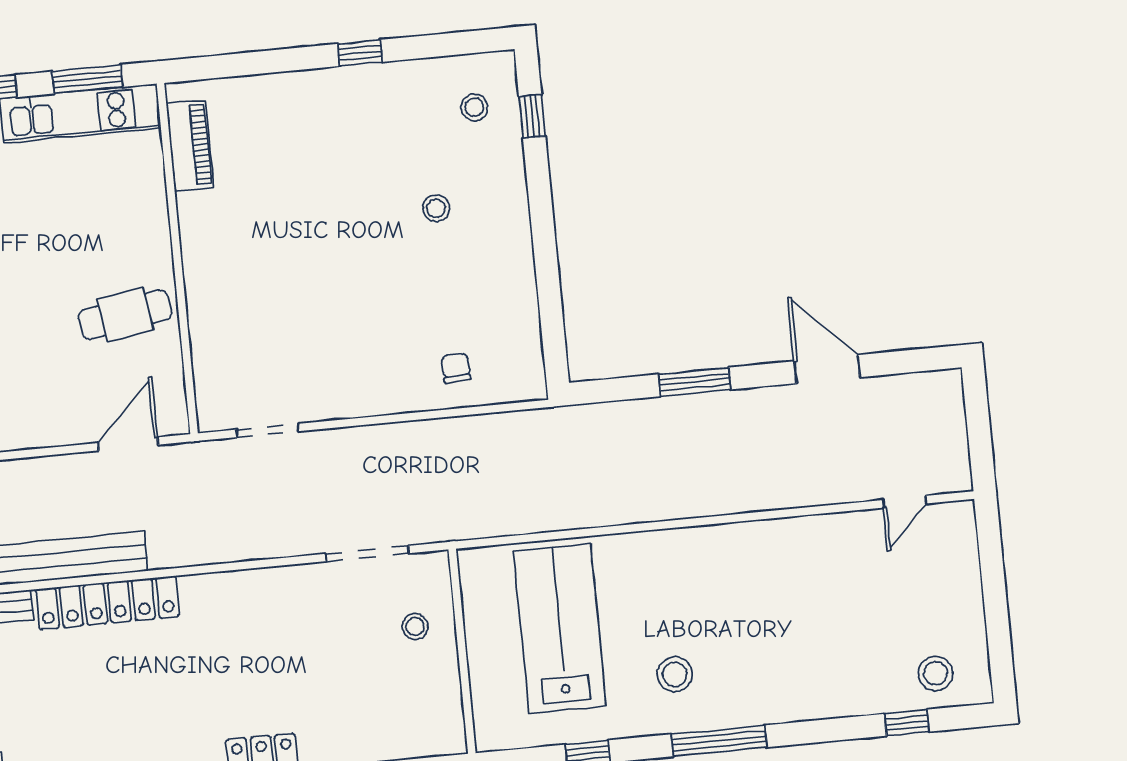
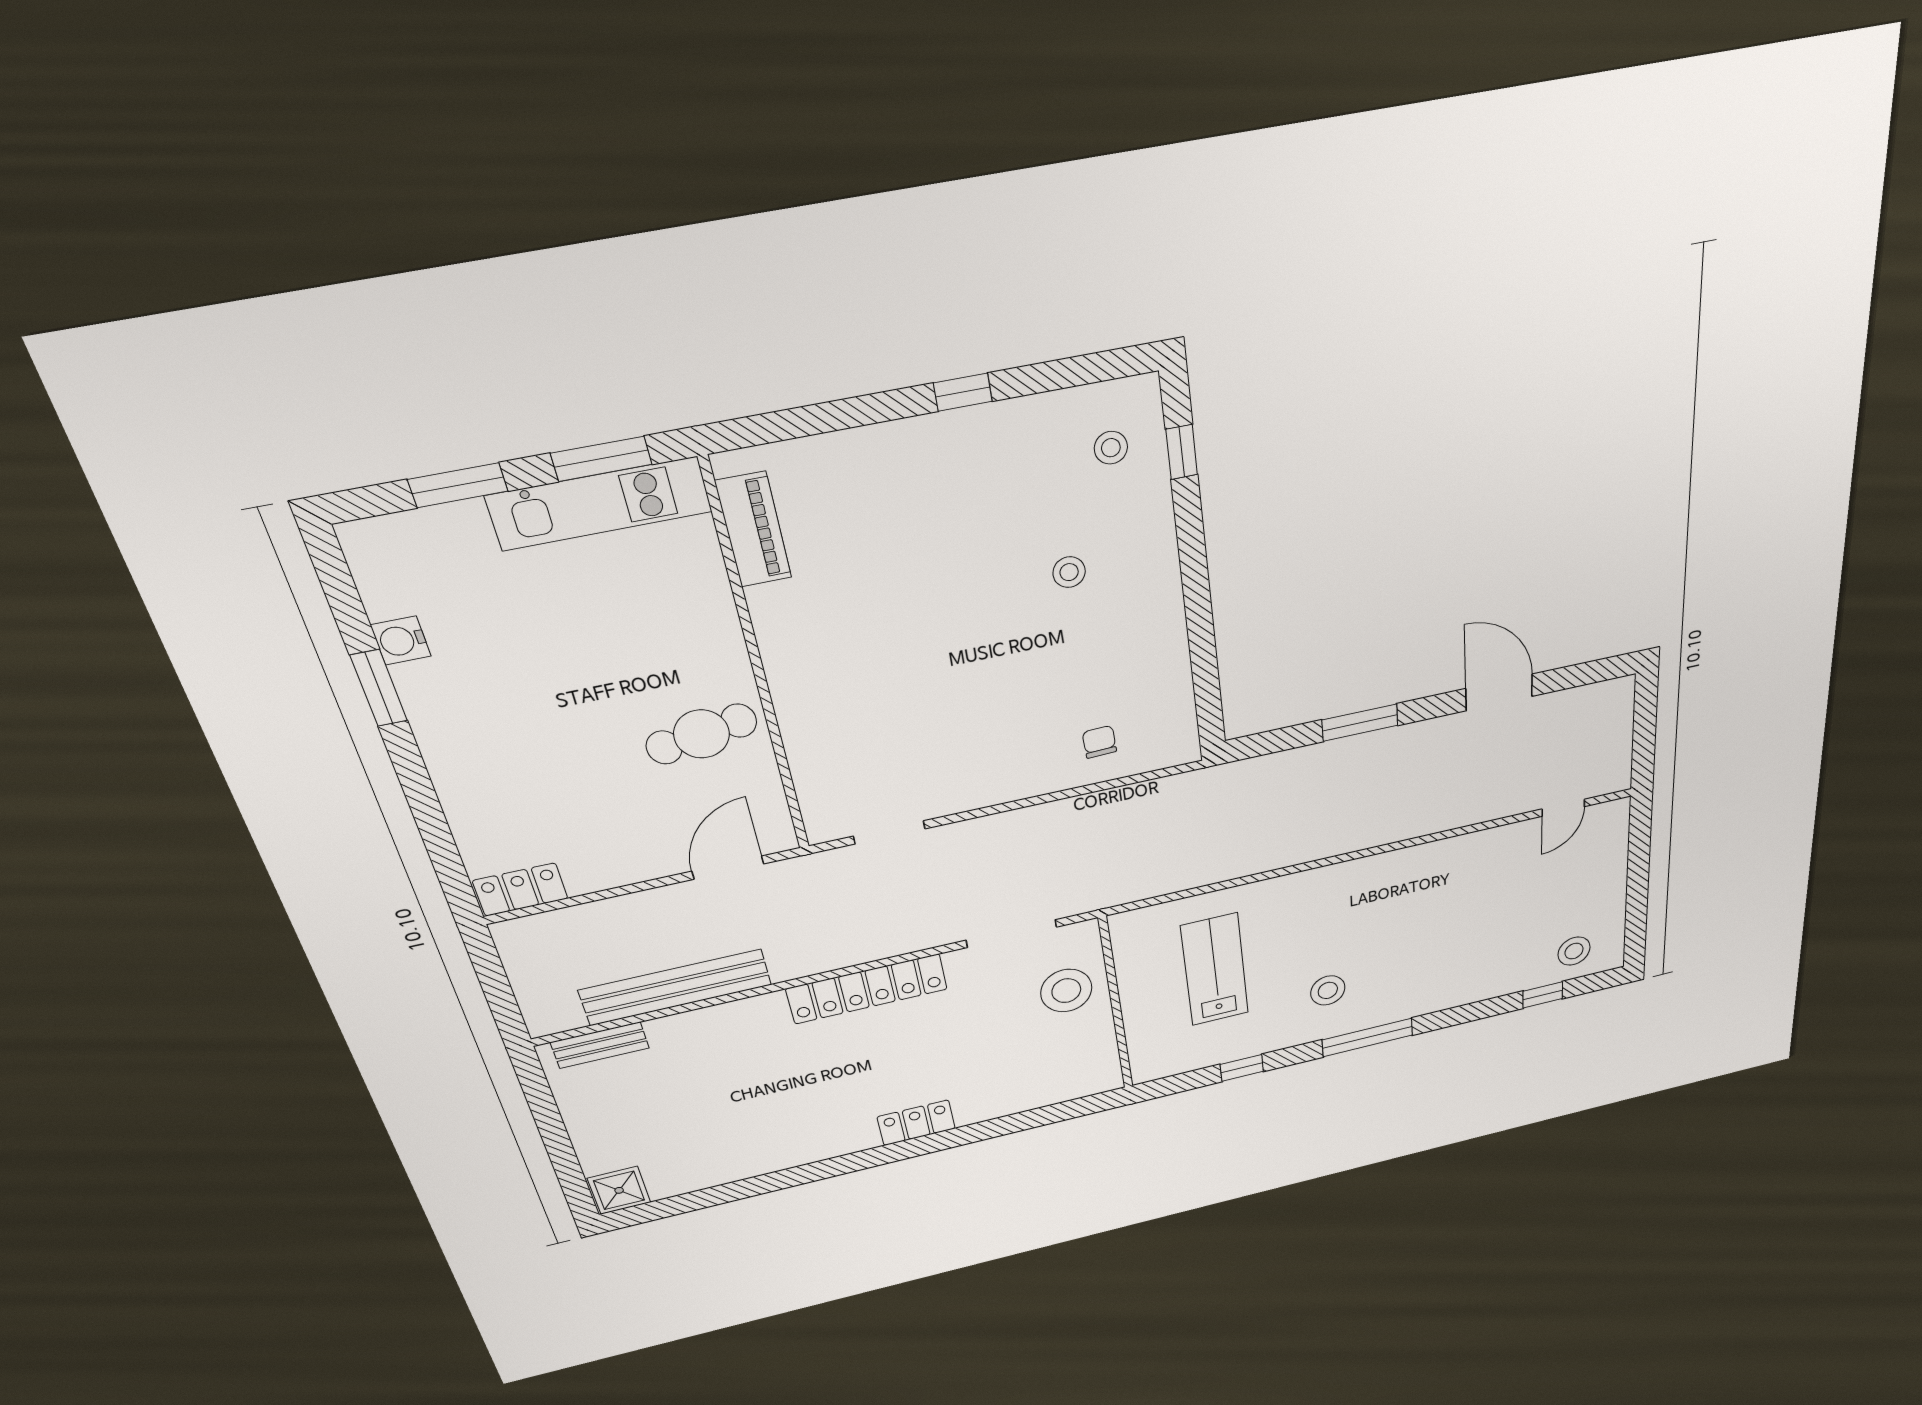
locker: (107, 603) -> (867, 989), moved
stool: (415, 627) -> (1066, 991), width x1.89, depth x1.89
lab bench: (560, 629) -> (1215, 970), width x0.73, depth x0.72

